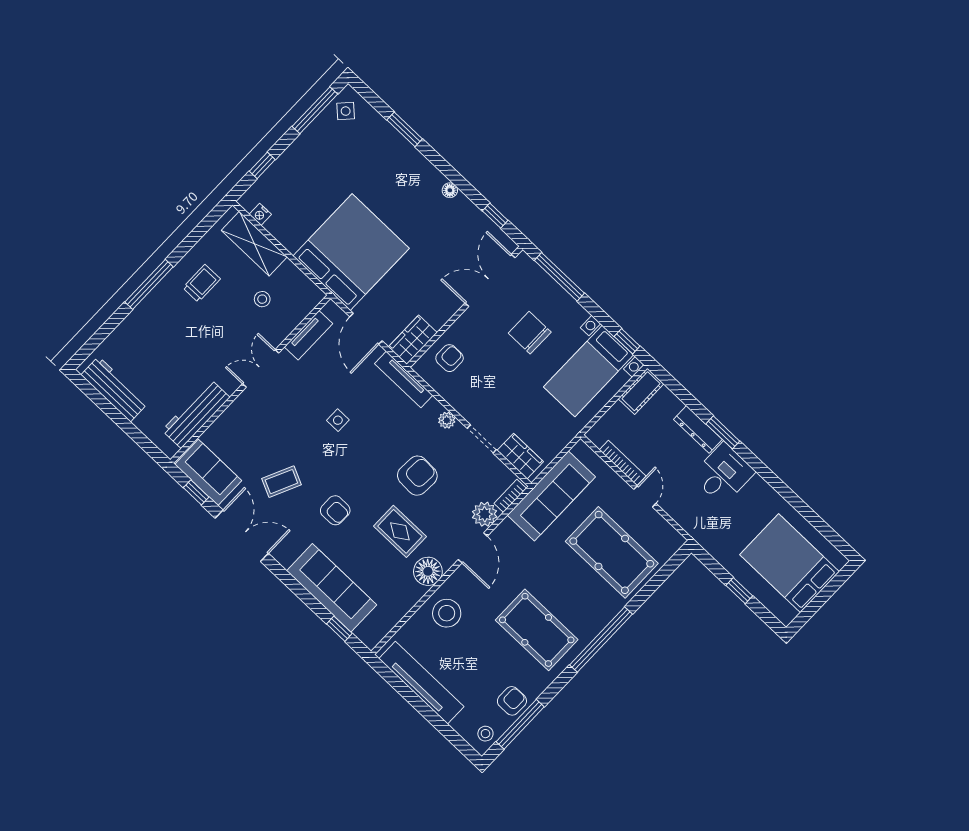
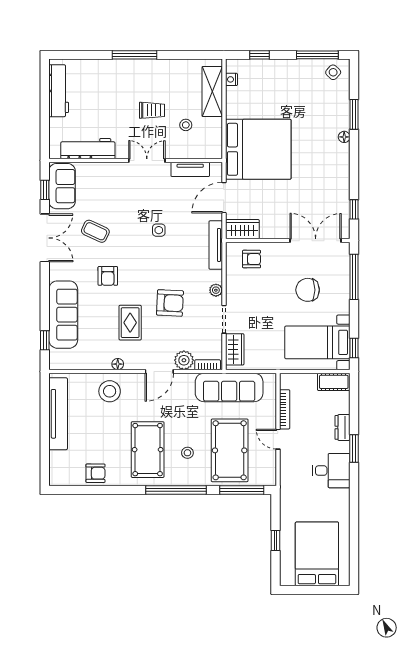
floor lamp: (450, 190) -> (344, 137), moved
trolley: (202, 283) -> (152, 110), moved
chair: (530, 333) -> (308, 290), turned -90
dresser: (698, 429) -> (343, 427), width x0.70
door: (645, 496) -> (278, 439), swing flipped
floor lamp: (428, 571) -> (118, 364), width x0.53, depth x0.53
window: (520, 724) -> (242, 490), moved
stool: (485, 734) -> (187, 453), moved

